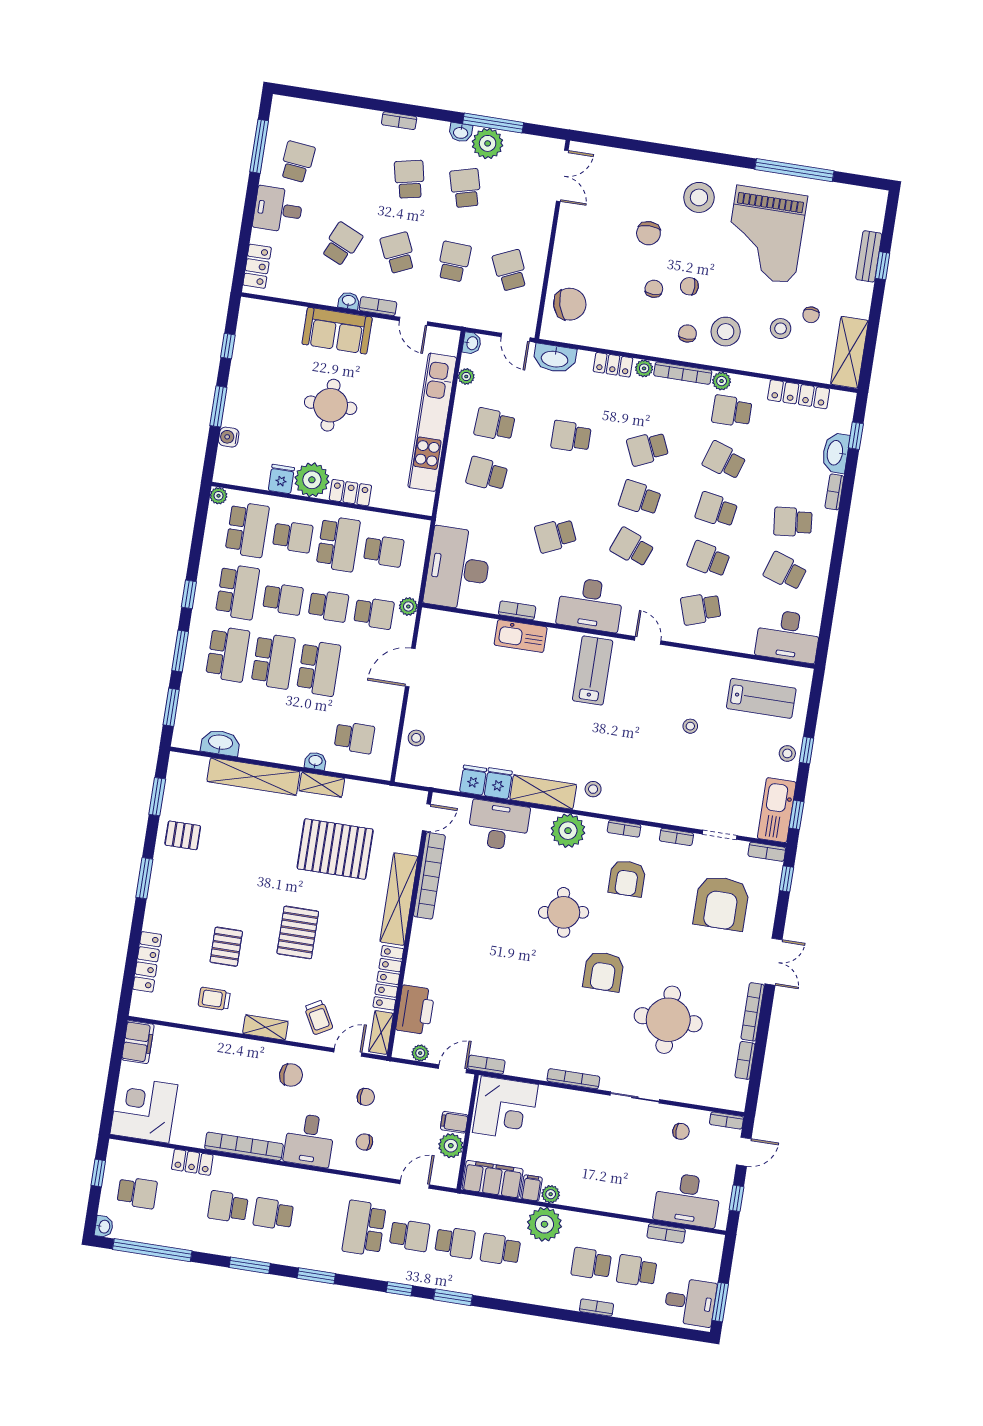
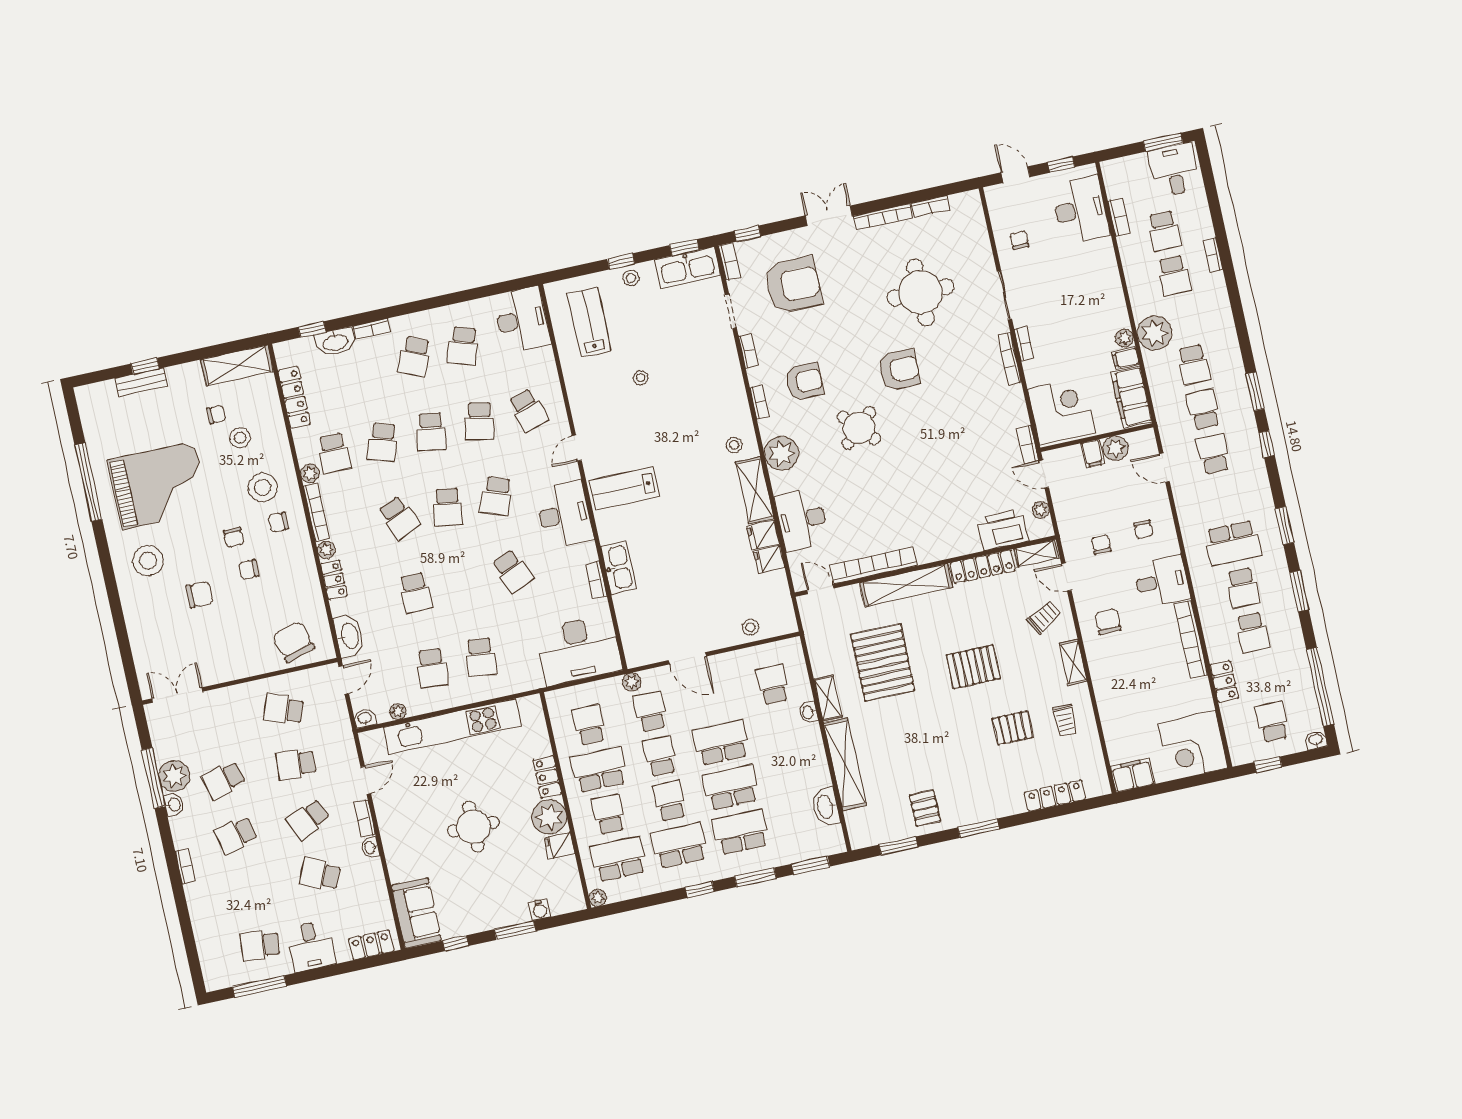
school desk: (510, 270) -> (284, 709), turned 45
sofa: (337, 331) -> (416, 913), moved
school desk: (793, 522) -> (415, 357), turned 30
round table: (564, 912) -> (859, 428), turned -34
bookcase: (727, 1121) -> (1024, 343), moved
school desk: (364, 1228) -> (1233, 543), moved

